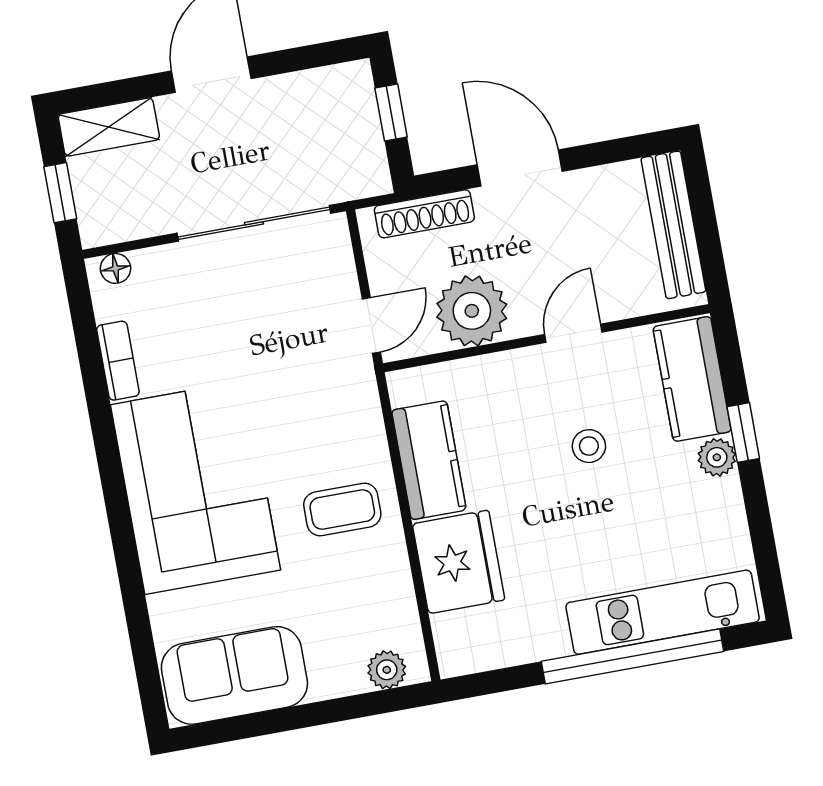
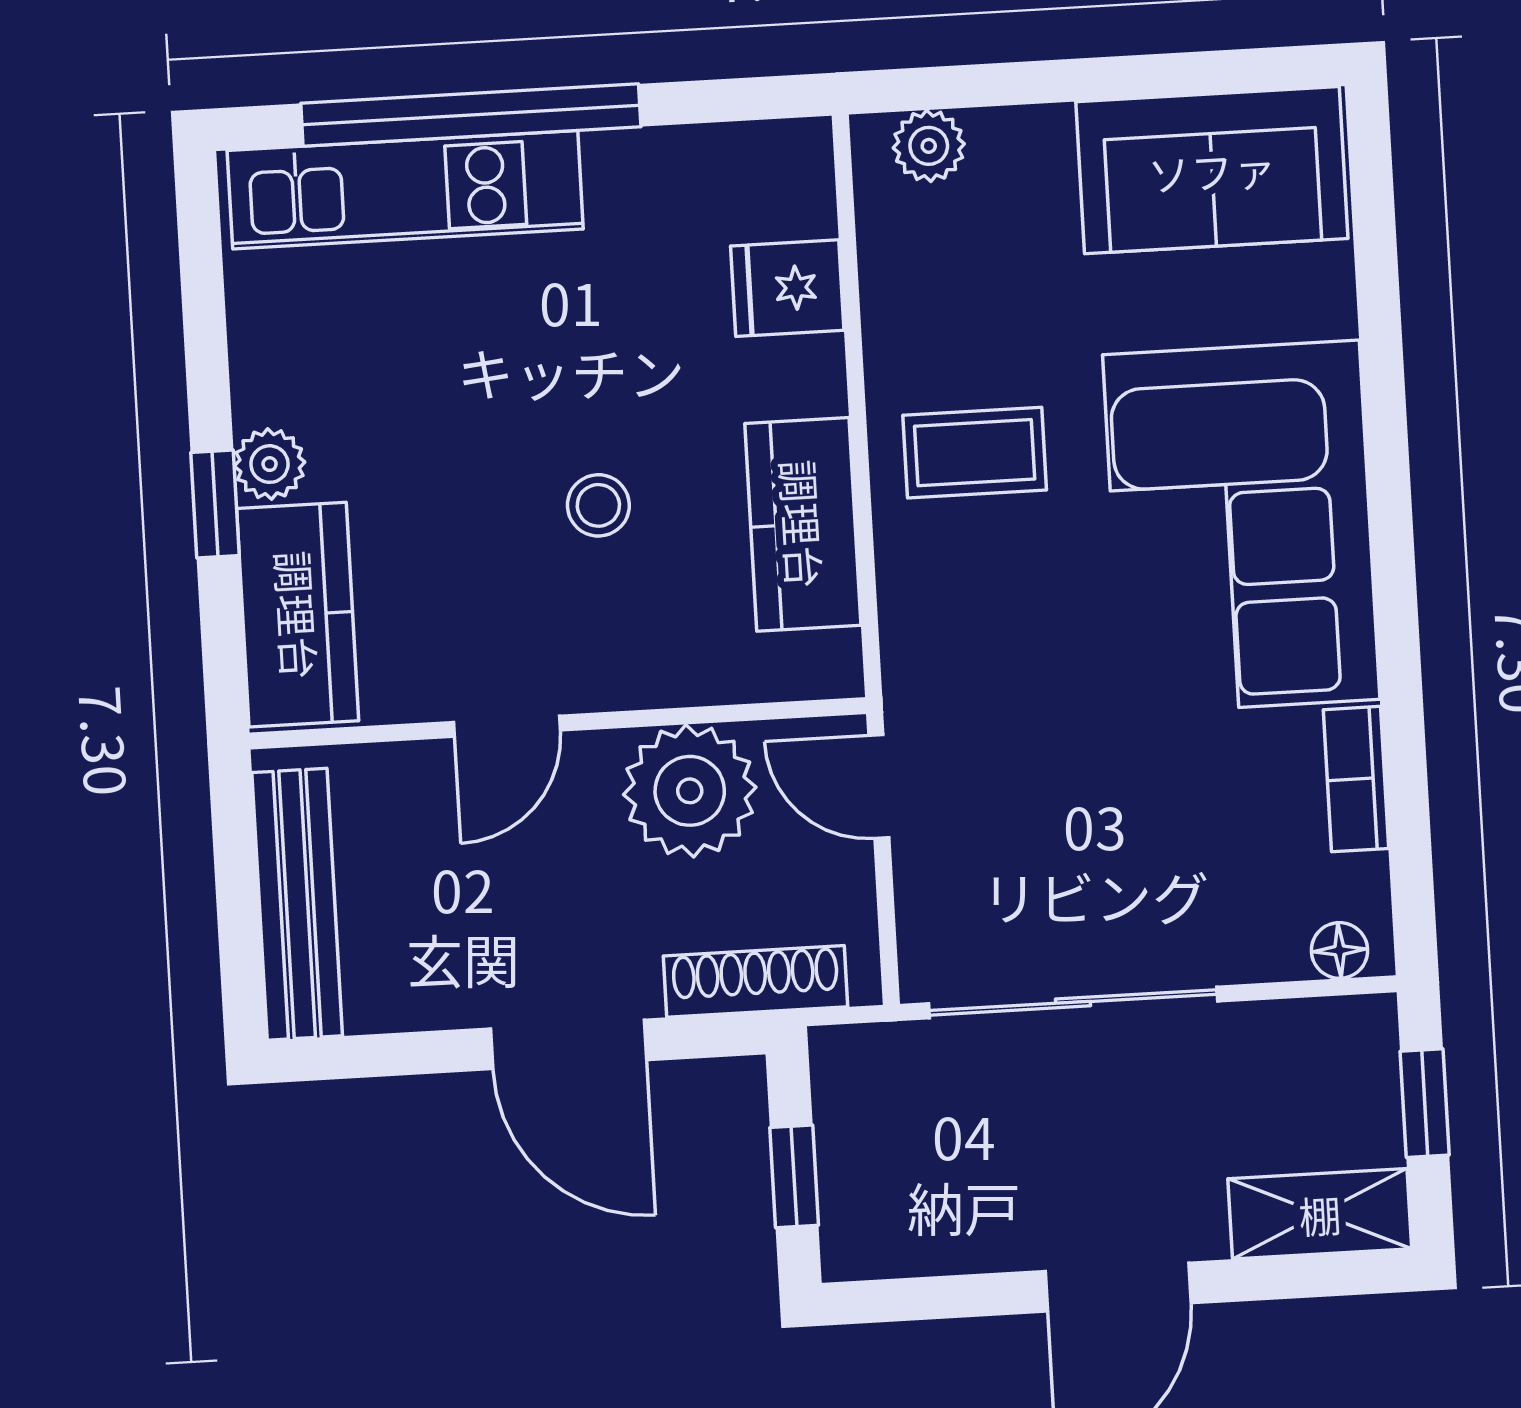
door: (371, 325) -> (879, 787), hinge flipped
stool: (589, 446) -> (598, 505), moved
fridge: (459, 562) -> (787, 288), width x0.53, depth x0.75

